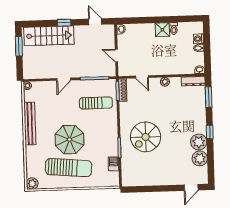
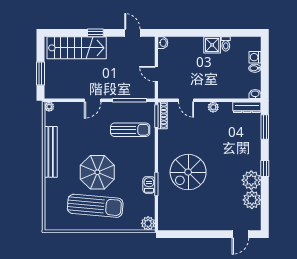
window: (19, 46) -> (41, 73), moved
barbecue: (114, 164) -> (149, 185), moved
plant: (32, 183) -> (148, 223), moved

